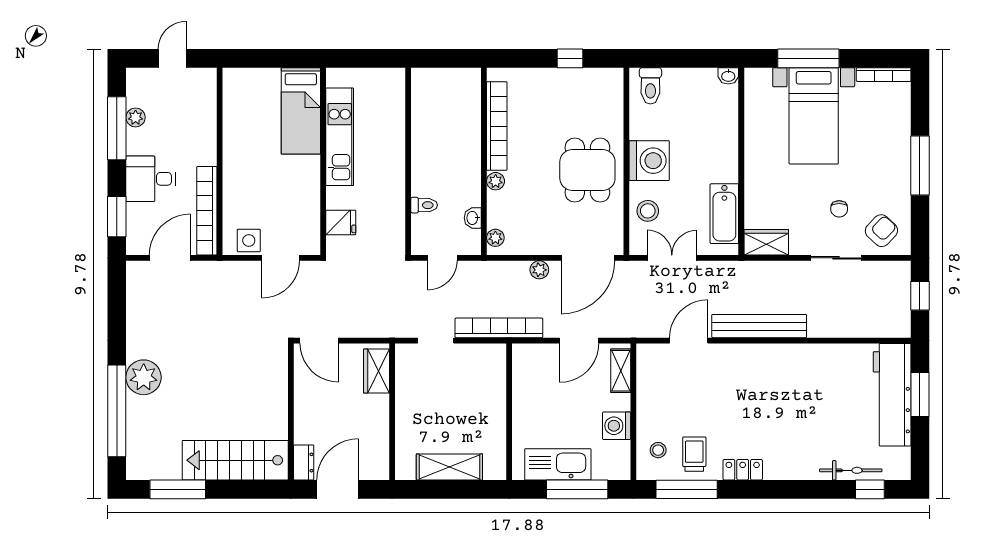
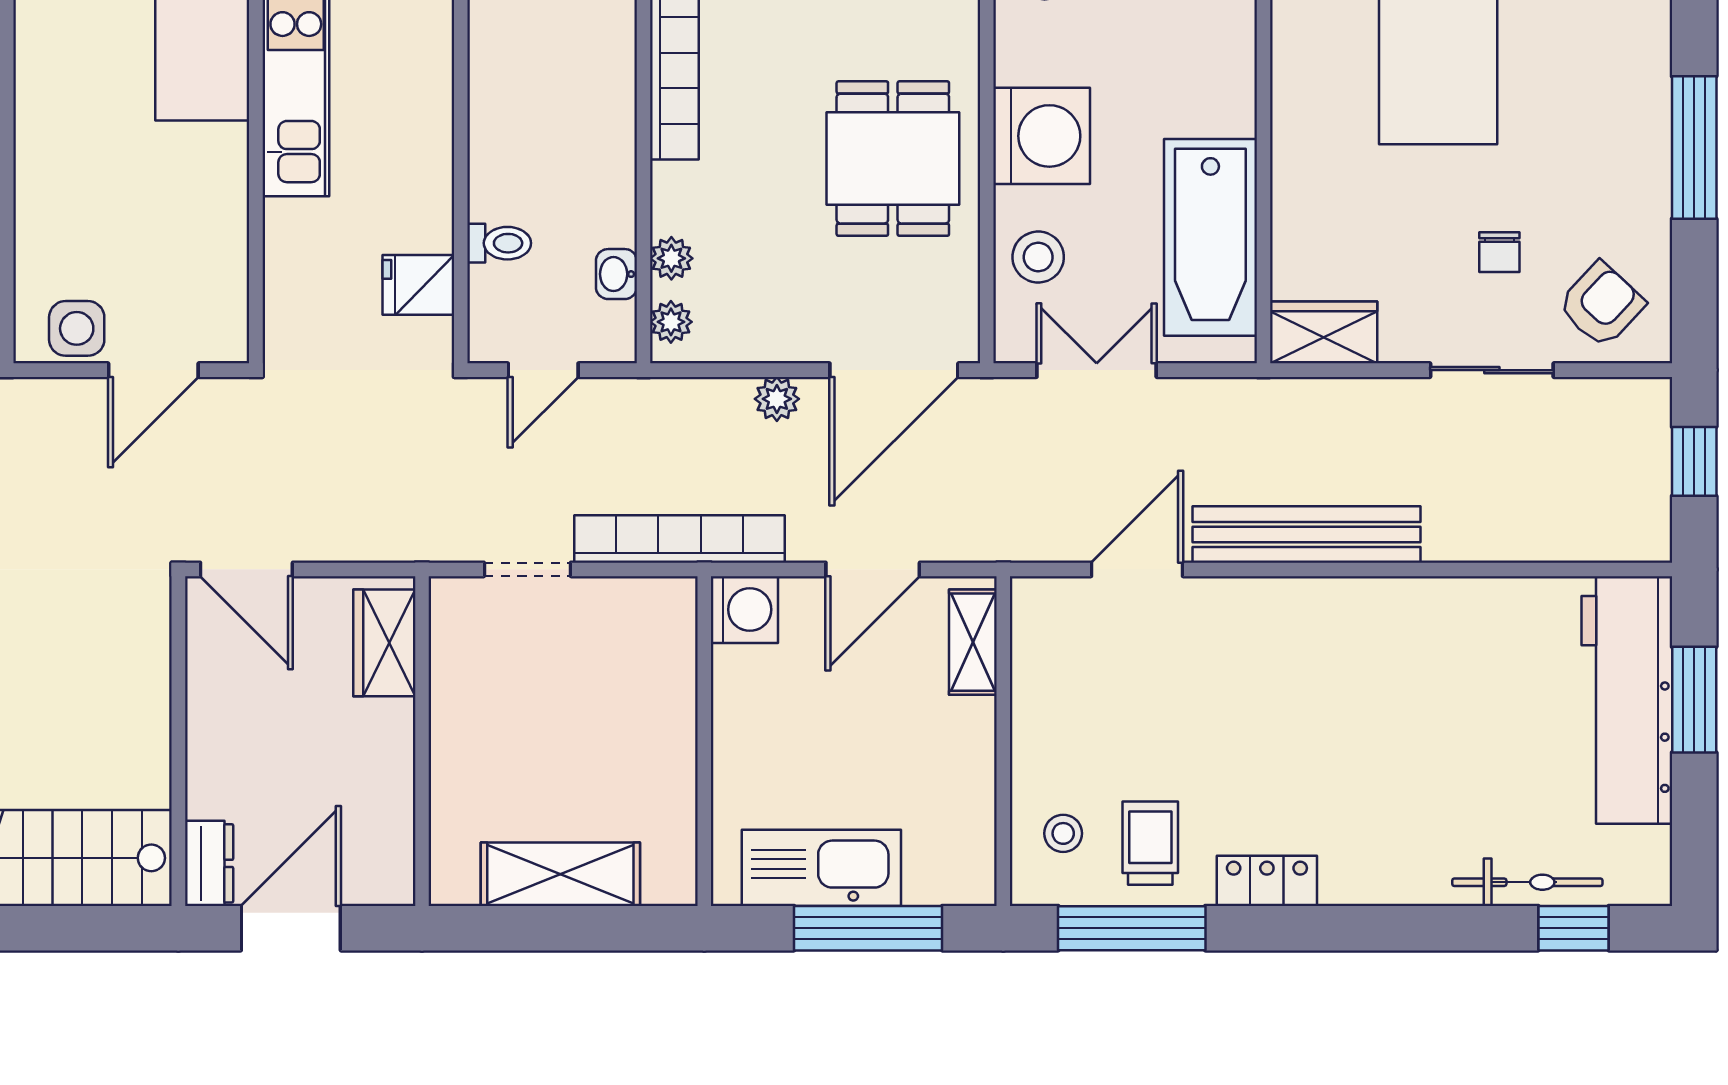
plant: (496, 181) -> (671, 258), moved
bathtub: (724, 214) -> (1210, 237), width x1.36, depth x1.36
fridge: (341, 222) -> (418, 285), moved, turned 180
washing machine: (617, 426) -> (744, 610), moved, turned 180

